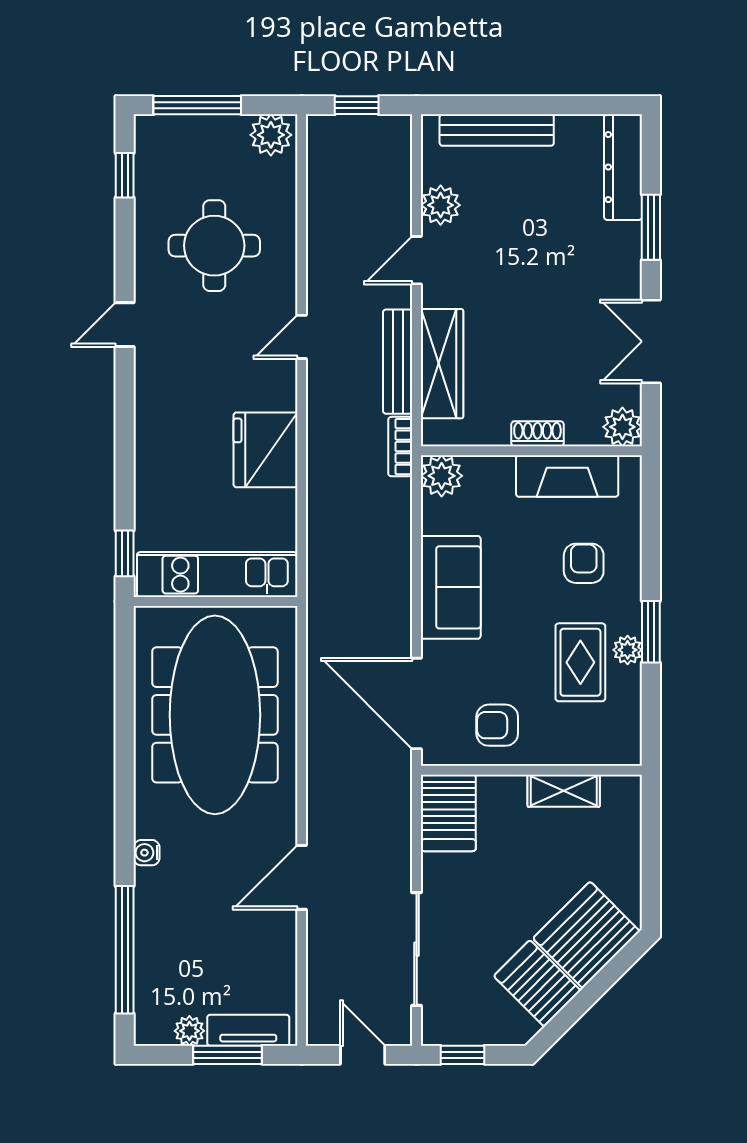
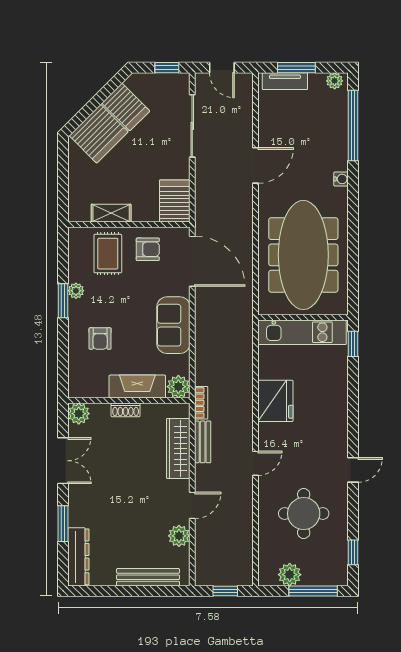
plant: (271, 135) -> (290, 575), moved
bench: (398, 362) -> (203, 442), width x0.73
fireplace: (567, 476) -> (137, 387), moved
rug: (580, 662) -> (108, 254), moved
plant: (189, 1031) -> (335, 81), moved

